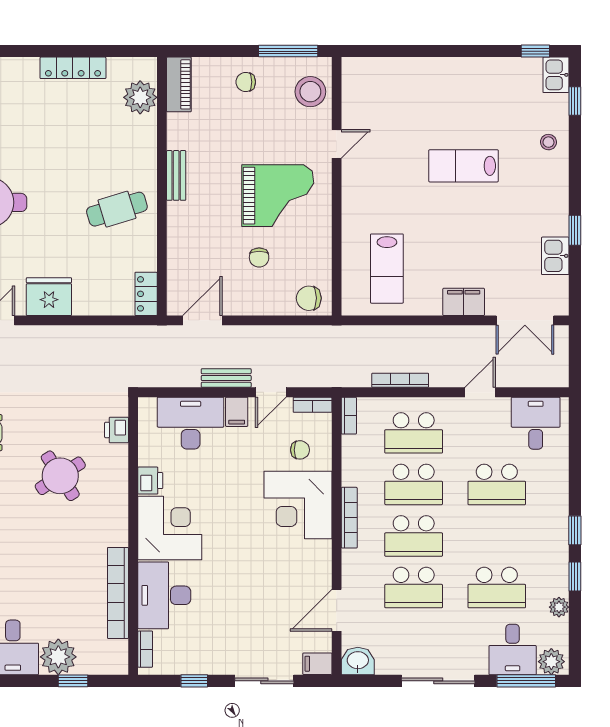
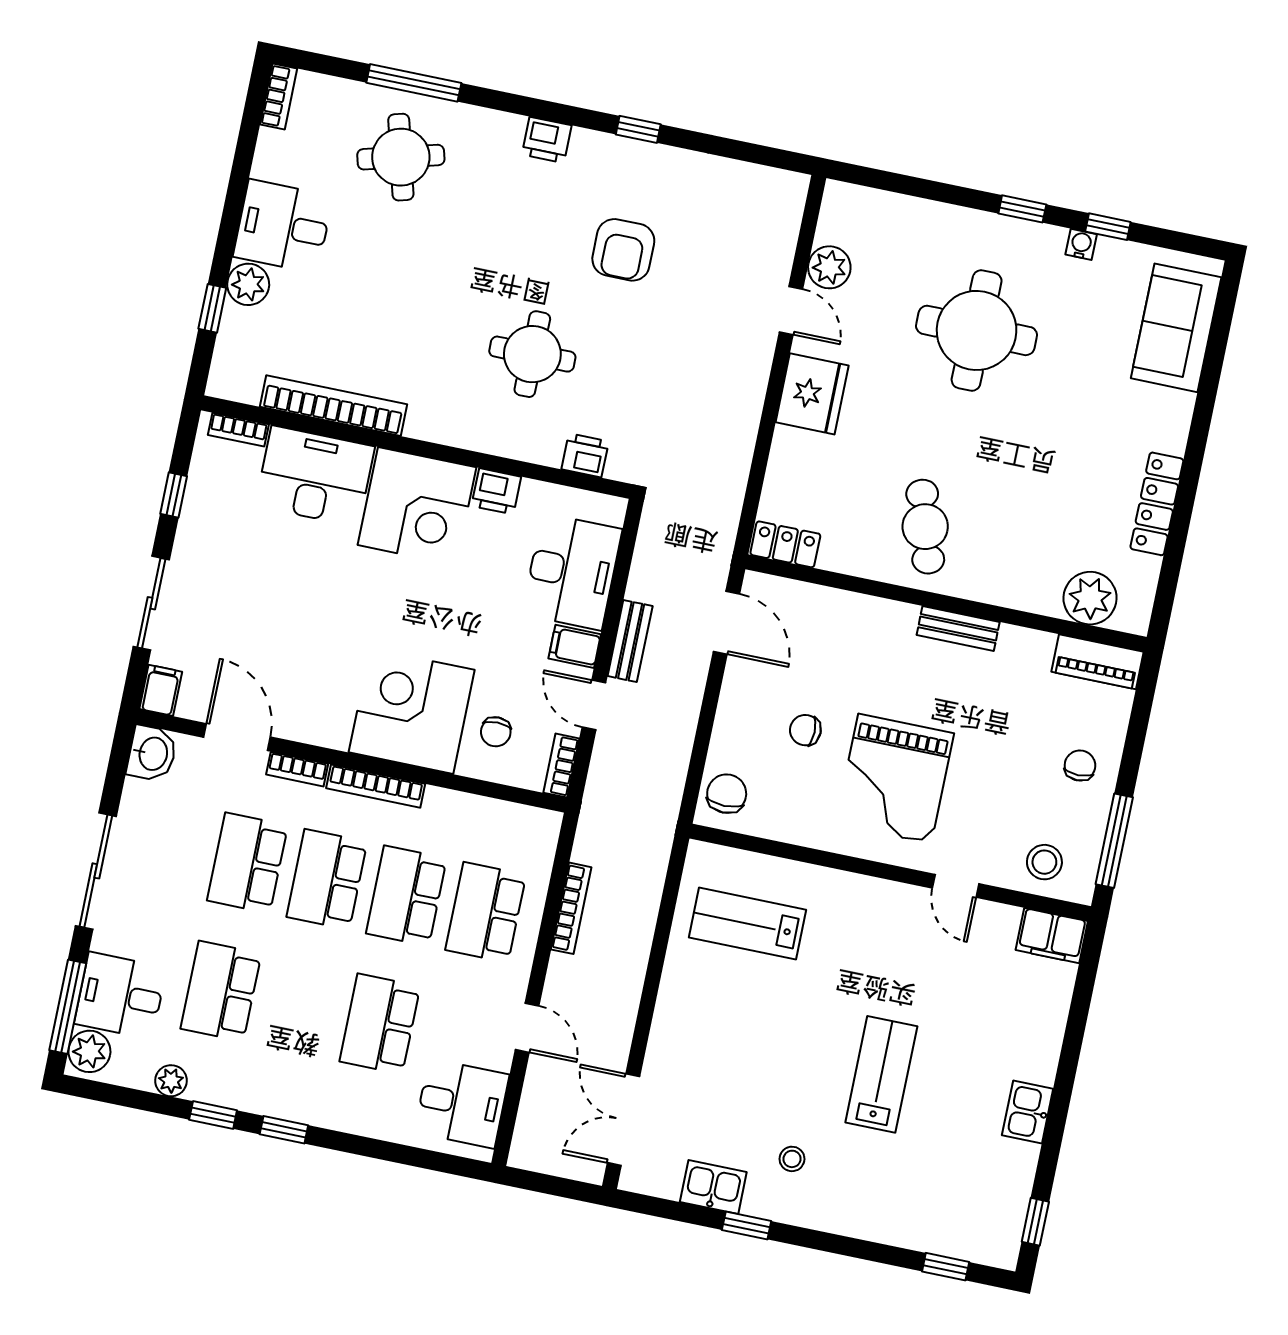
kitchen sink: (556, 75) -> (1028, 1112), moved, turned -90
stool: (310, 92) -> (1044, 862), width x0.73, depth x0.73
stool: (548, 142) -> (792, 1159), moved
filing cabinet: (464, 302) -> (1052, 936), moved, turned 90
bookcase: (349, 416) -> (297, 769), moved
round table: (60, 476) -> (532, 354), turned 33
plant: (58, 657) -> (248, 284), width x0.73, depth x0.73

